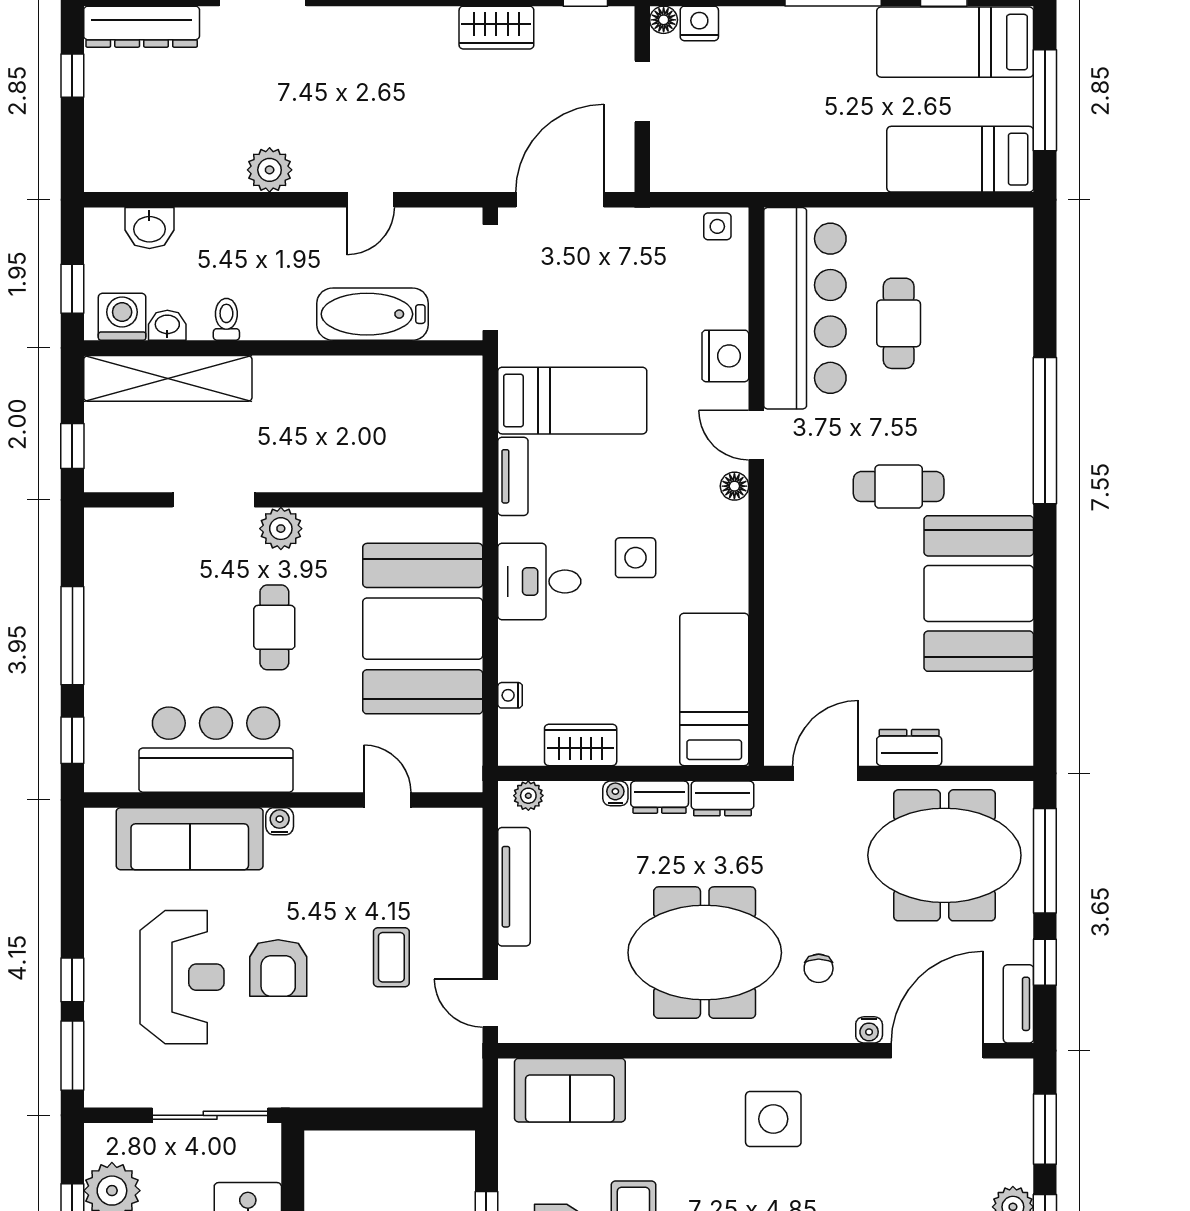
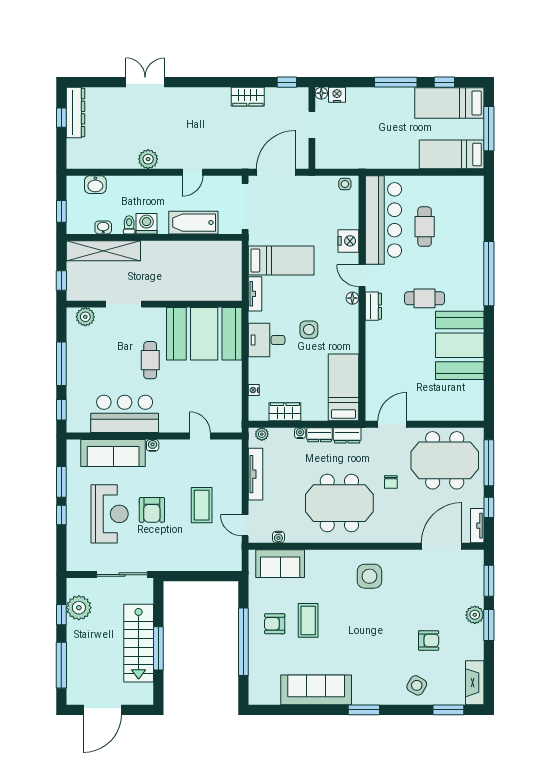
dresser: (142, 27) -> (76, 113), moved, turned -90
washing machine: (122, 317) -> (147, 224), moved
plant: (281, 529) -> (85, 317), moved
booth: (423, 629) -> (204, 334), moved, turned 90
dresser: (909, 748) -> (373, 306), moved, turned 90
coffee table: (391, 957) -> (202, 505), width x1.36, depth x1.30
chair: (819, 968) -> (391, 482), moved
water cooler: (869, 1030) -> (278, 537), moved
window: (72, 1056) -> (61, 482), moved

